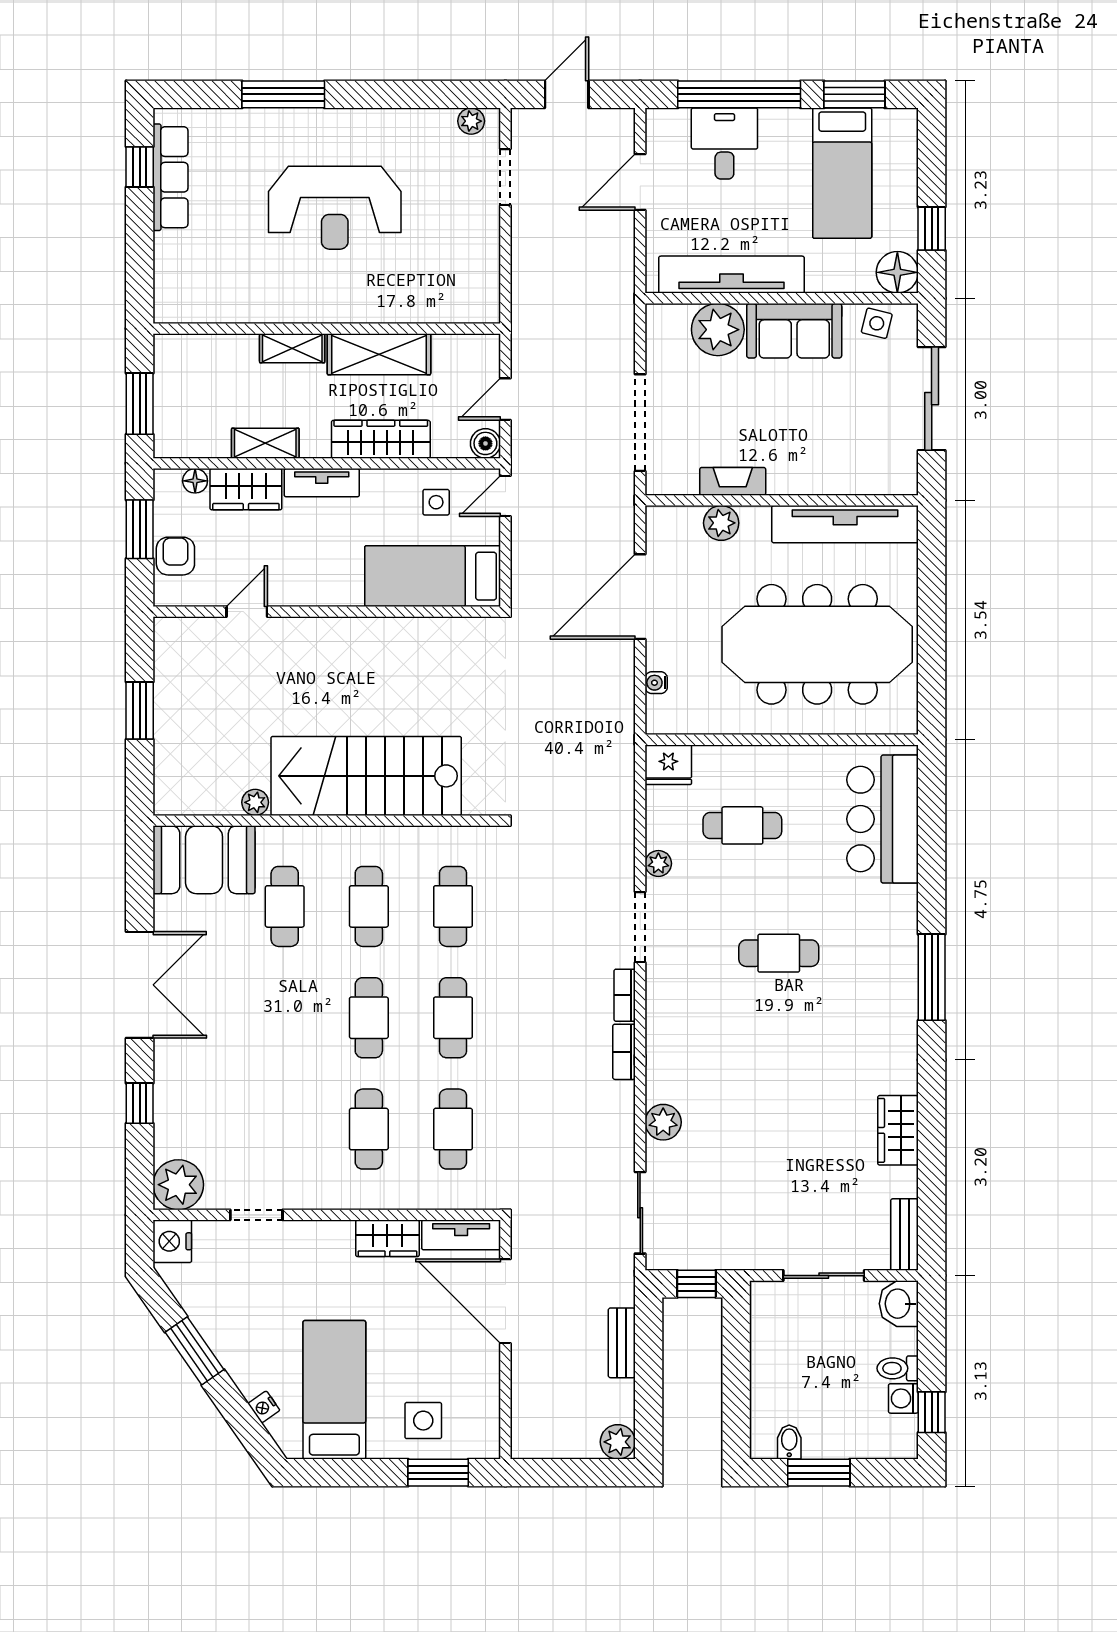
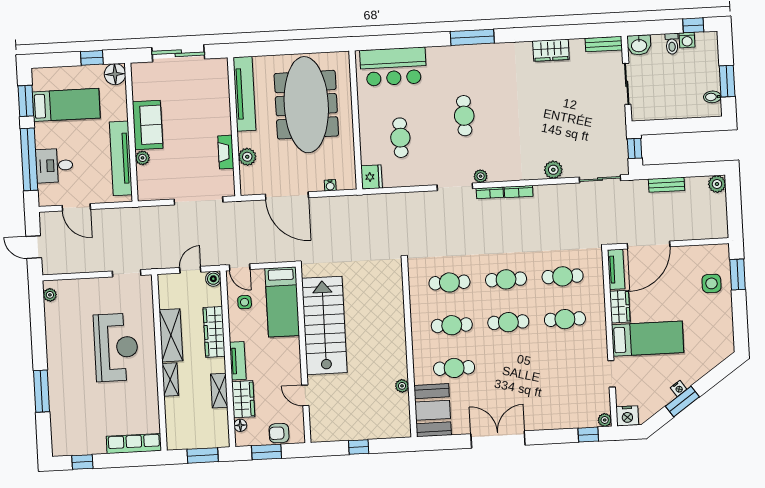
row of seats: (170, 177) -> (134, 444), moved
doorway: (505, 177) -> (127, 273), moved
reception desk: (335, 208) -> (116, 347), moved
side table: (877, 323) -> (141, 83), removed
plant: (718, 330) -> (142, 158), width x0.53, depth x0.53
door: (505, 399) -> (190, 270), swing flipped
window: (140, 711) -> (359, 447), width x0.67
stairs: (366, 776) -> (324, 325), moved, turned 180
plant: (658, 863) -> (481, 176), moved
window: (140, 1103) -> (588, 435), moved
plant: (178, 1185) -> (605, 420), width x0.53, depth x0.53
bed: (334, 1390) -> (648, 339), moved, turned 180
nightstand: (264, 1407) -> (679, 388), moved

